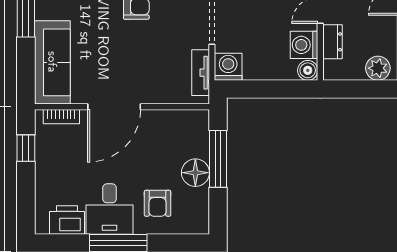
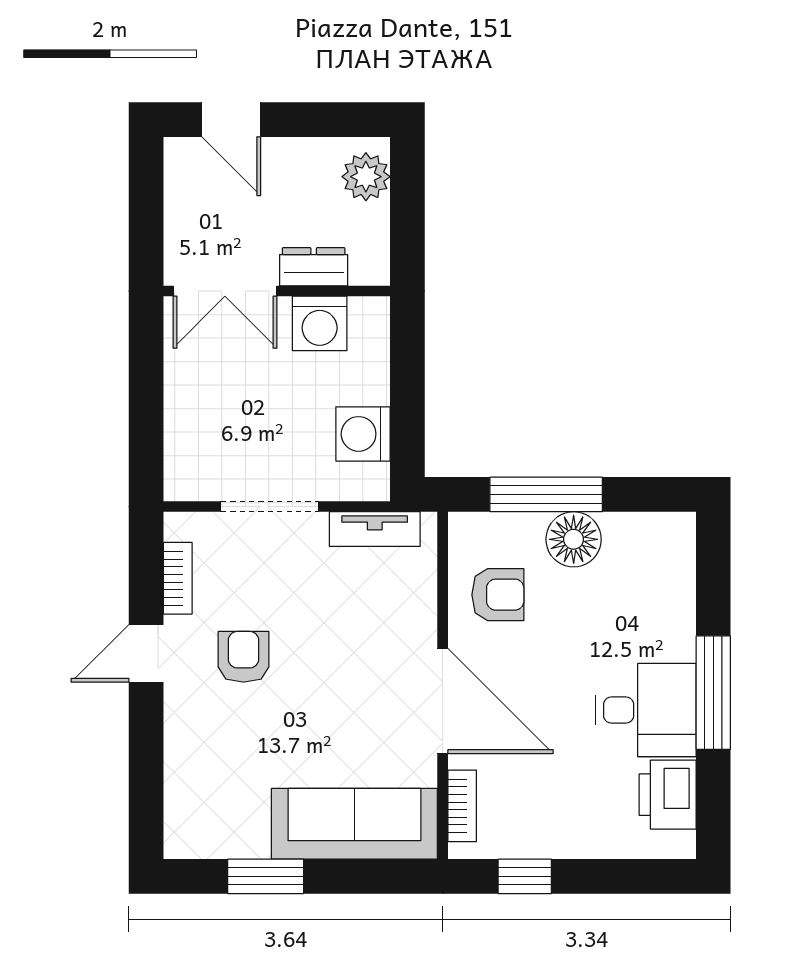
washing machine: (228, 67) -> (363, 434), moved
boiler: (308, 70) -> (370, 316), removed
armchair: (158, 203) -> (498, 595), moved

